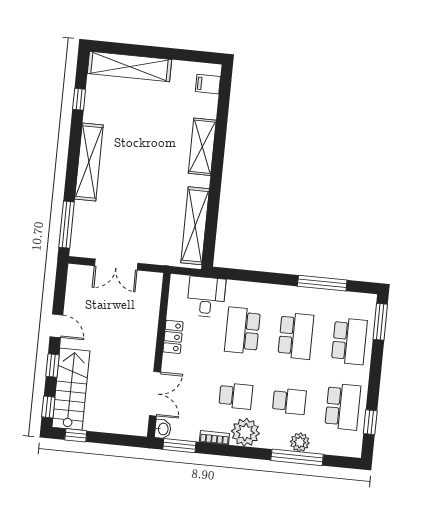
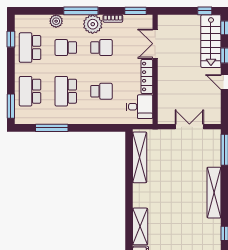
shelving: (202, 147) -> (140, 226), moved
desk: (206, 297) -> (140, 107), moved, turned -90
school desk: (242, 331) -> (101, 91), width x0.54
locker: (173, 337) -> (147, 76), width x1.53
school desk: (236, 396) -> (101, 48), turned 180
washbasin: (163, 429) -> (148, 21), removed
window: (297, 457) -> (81, 11), moved

